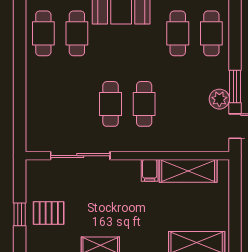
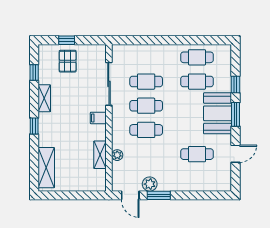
cafe table: (211, 33) -> (146, 82), moved
plant: (179, 144) -> (117, 155), added
filing cabinet: (150, 170) -> (98, 118), moved
shelving: (188, 171) -> (100, 155), width x0.67, depth x0.75

